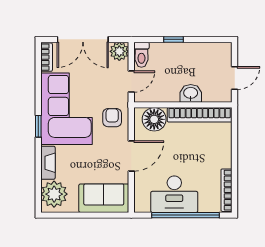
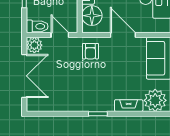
bookcase: (47, 57) -> (39, 107), removed
corner sofa: (66, 109) -> (83, 90), removed
armchair: (112, 118) -> (90, 51), turned -90

